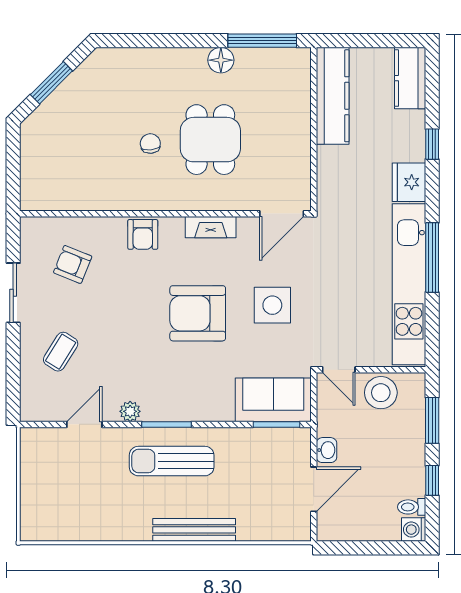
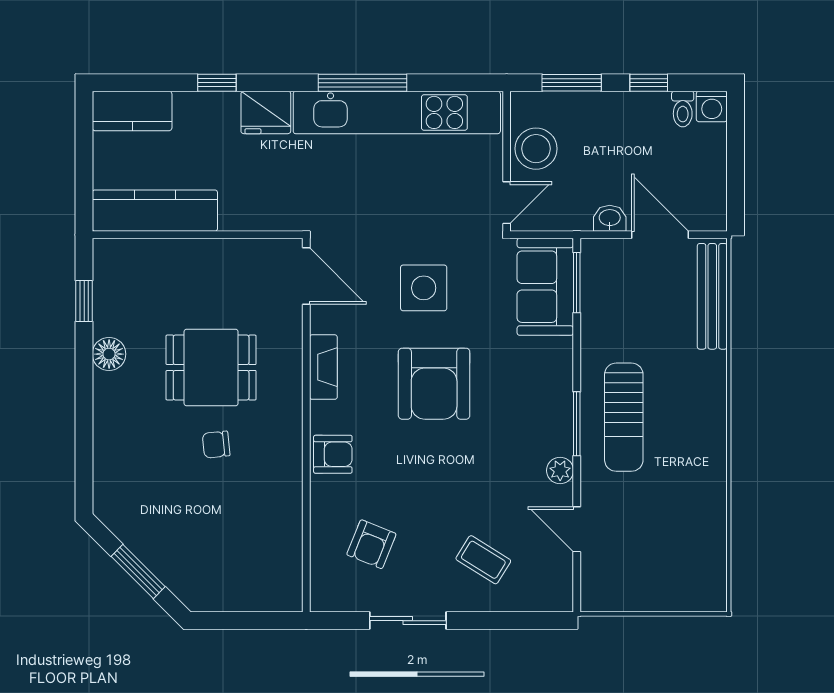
window: (262, 41) -> (84, 301), width x0.46
bench: (194, 530) -> (712, 296), moved

